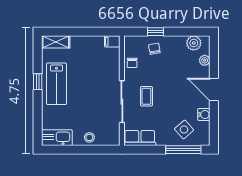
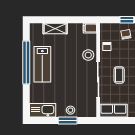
shelving: (56, 42) -> (55, 29), moved
stool: (110, 73) -> (88, 55), added
window: (38, 82) -> (26, 63), width x3.17
window: (86, 150) -> (68, 120), added

